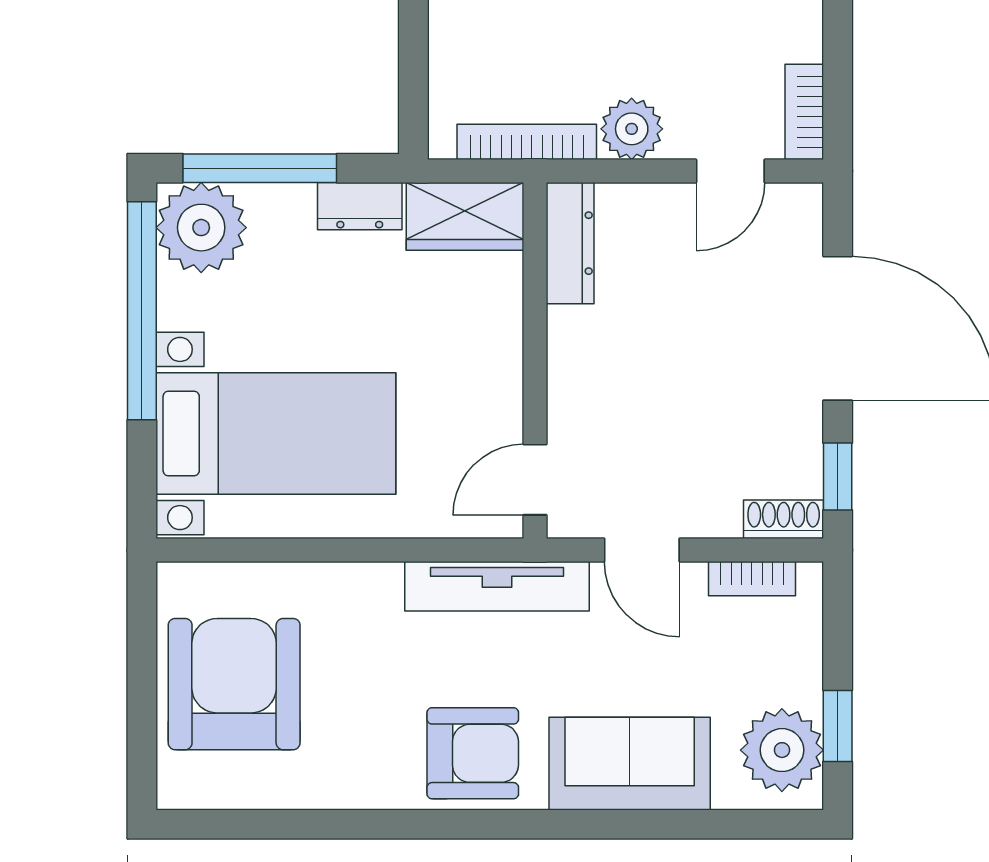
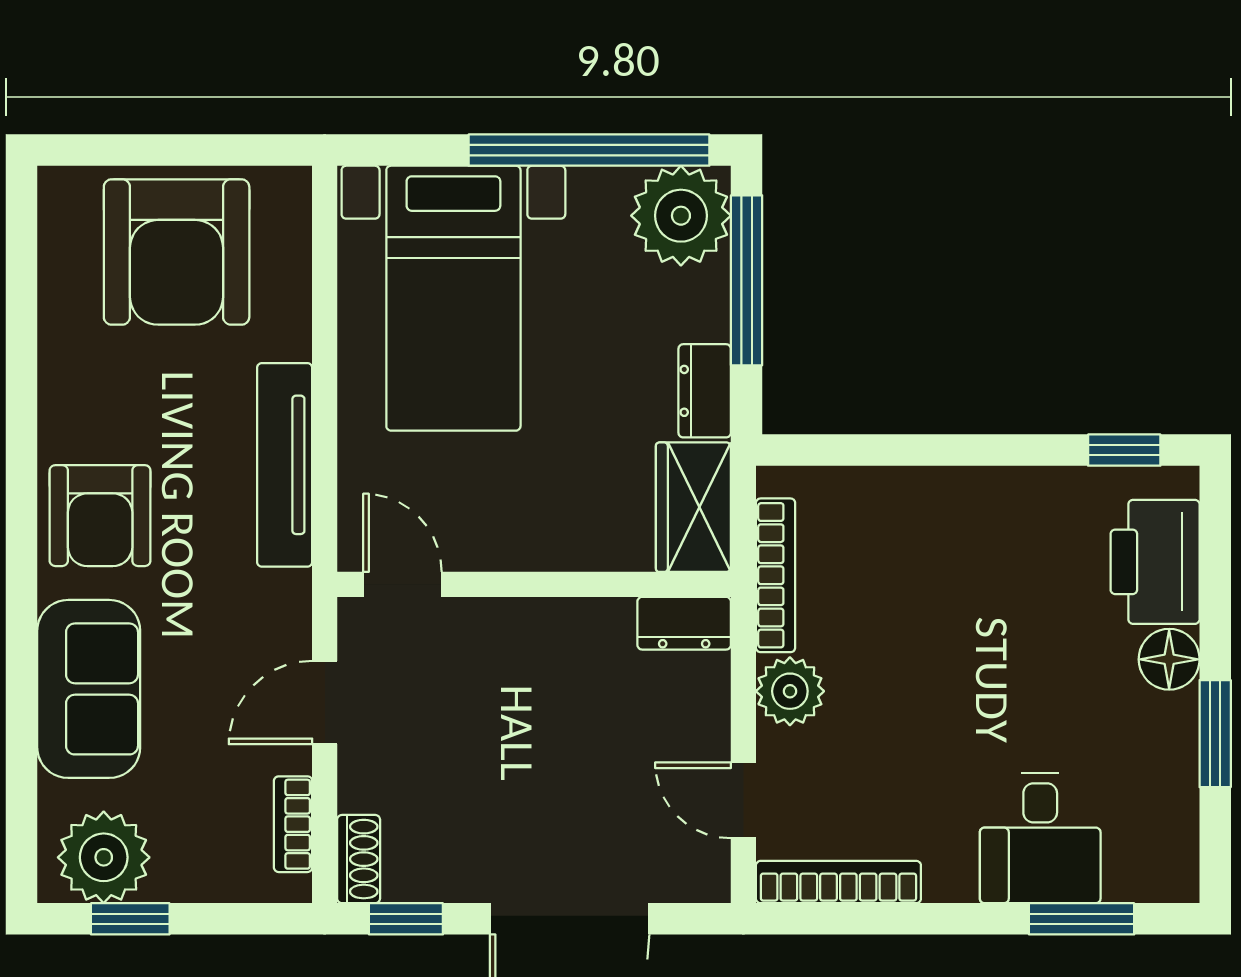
bookcase: (804, 112) -> (838, 882), width x1.56
dresser: (570, 243) -> (684, 623), width x0.70
tv unit: (497, 586) -> (285, 465), moved
armchair: (234, 684) -> (177, 252), turned 90

